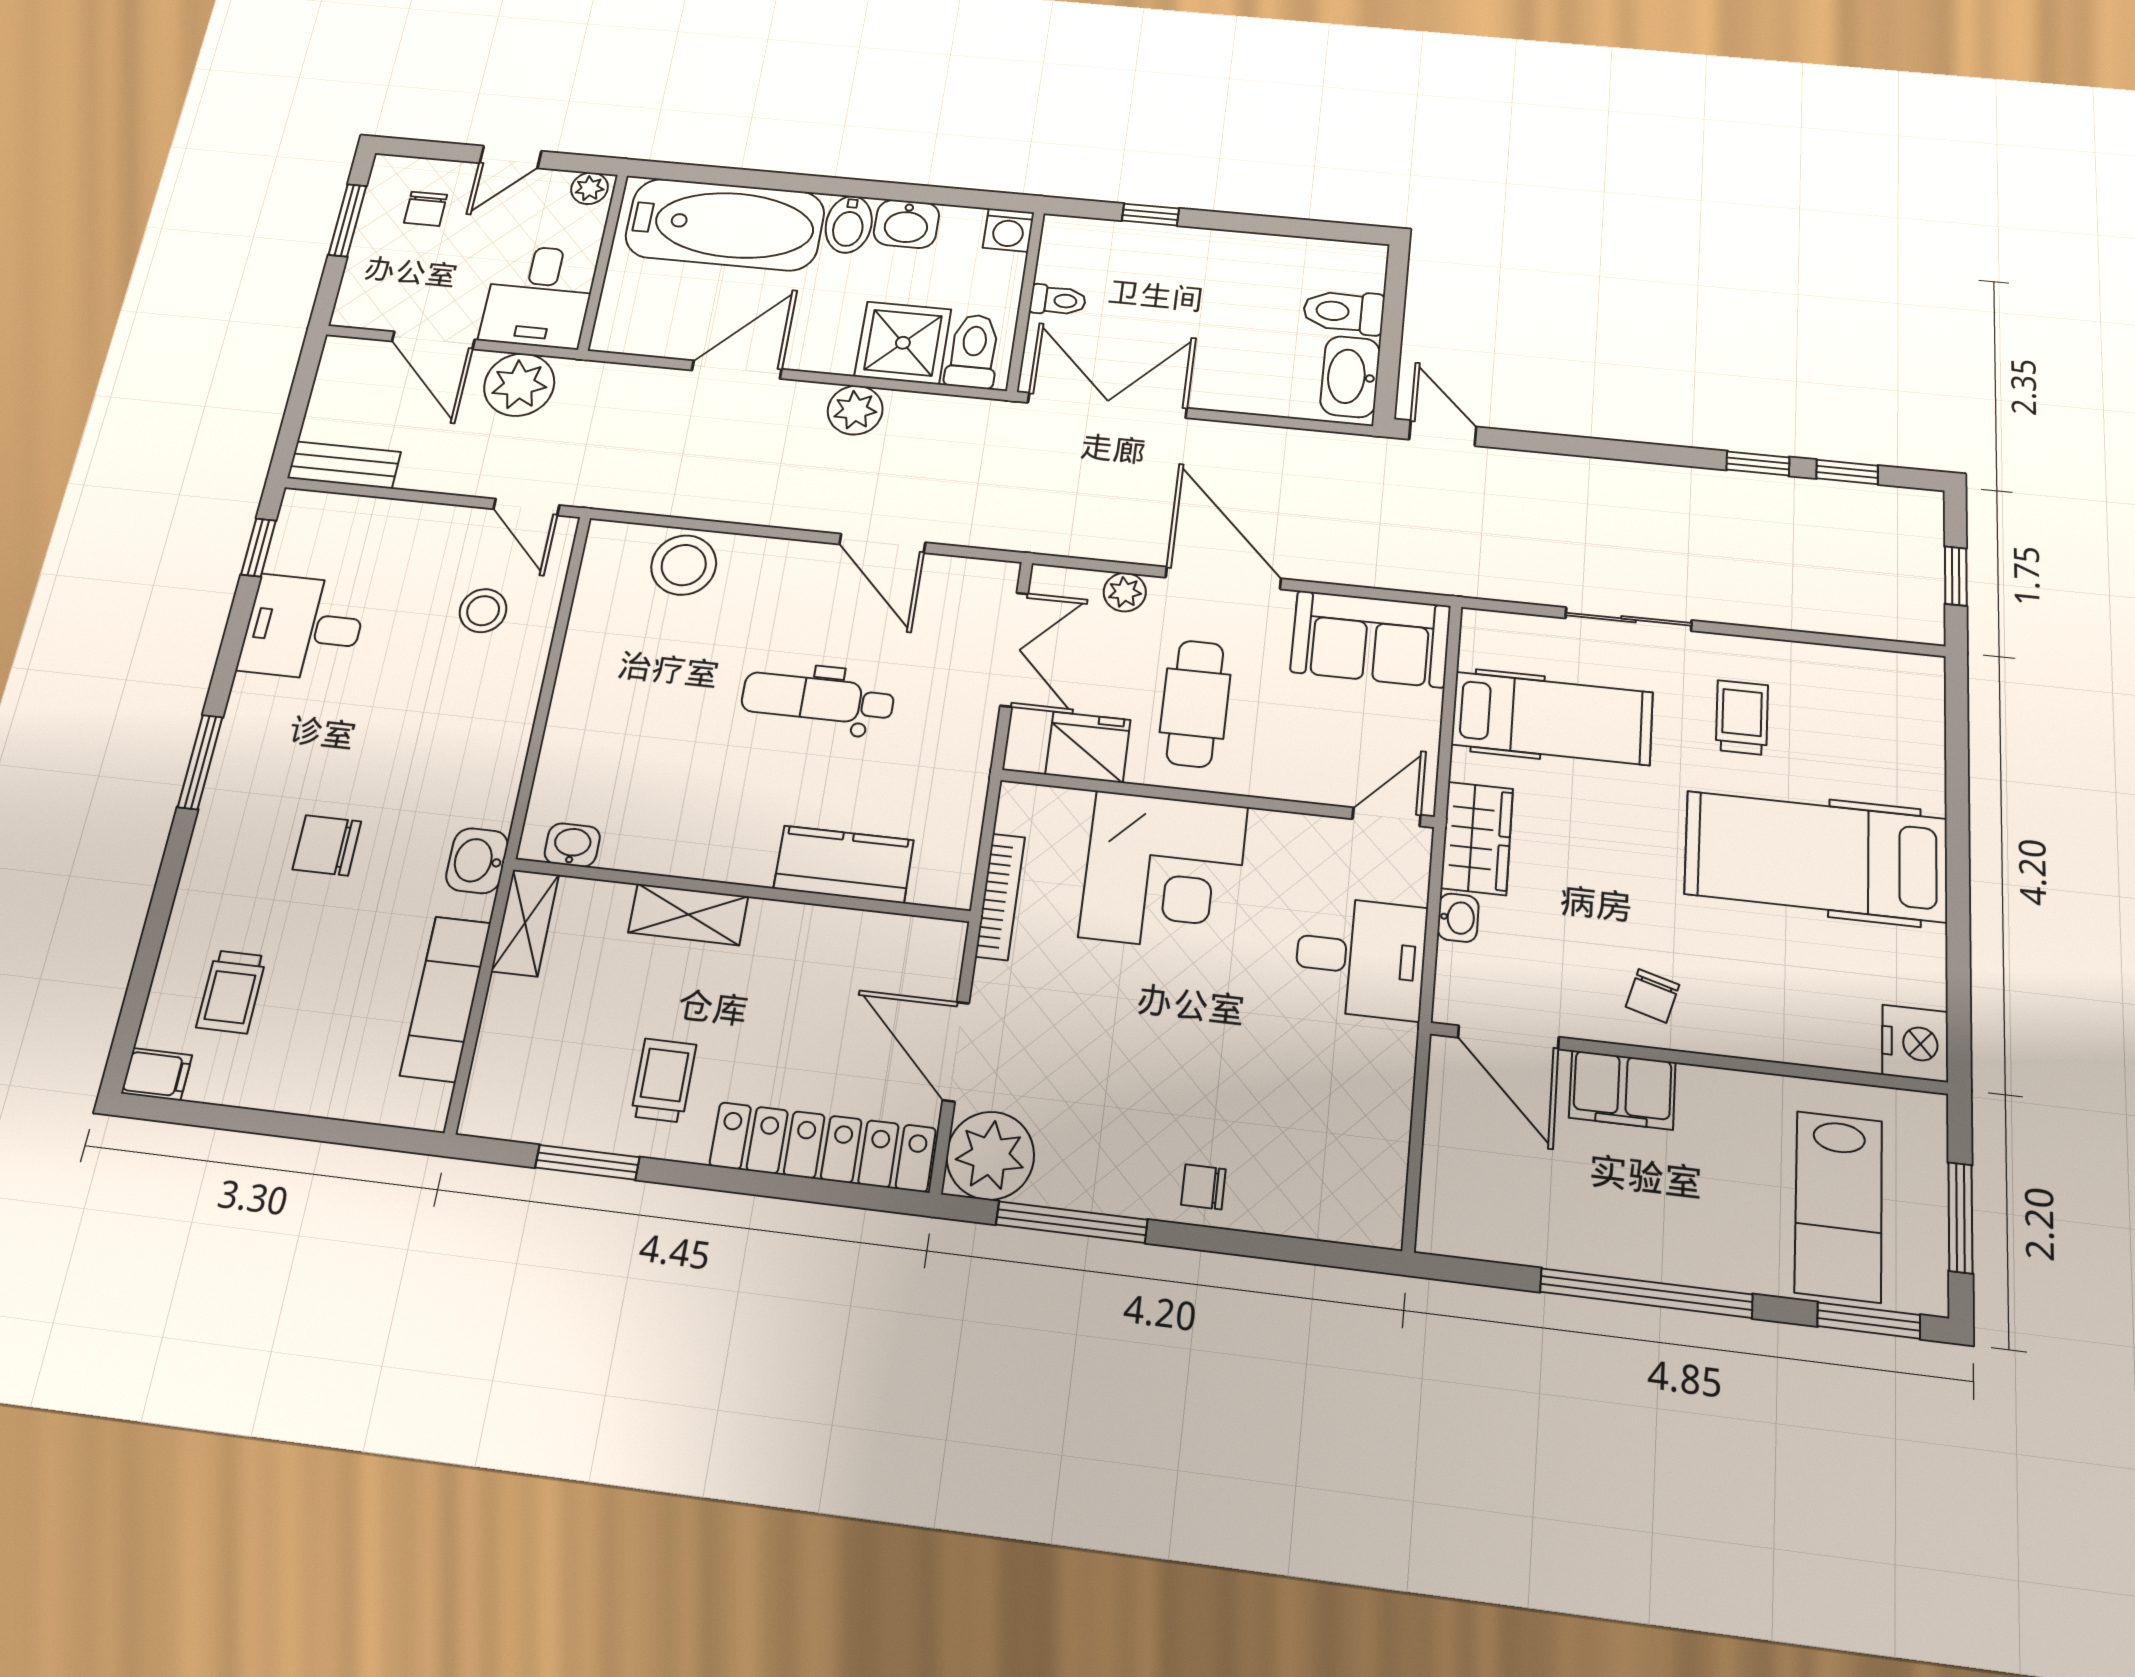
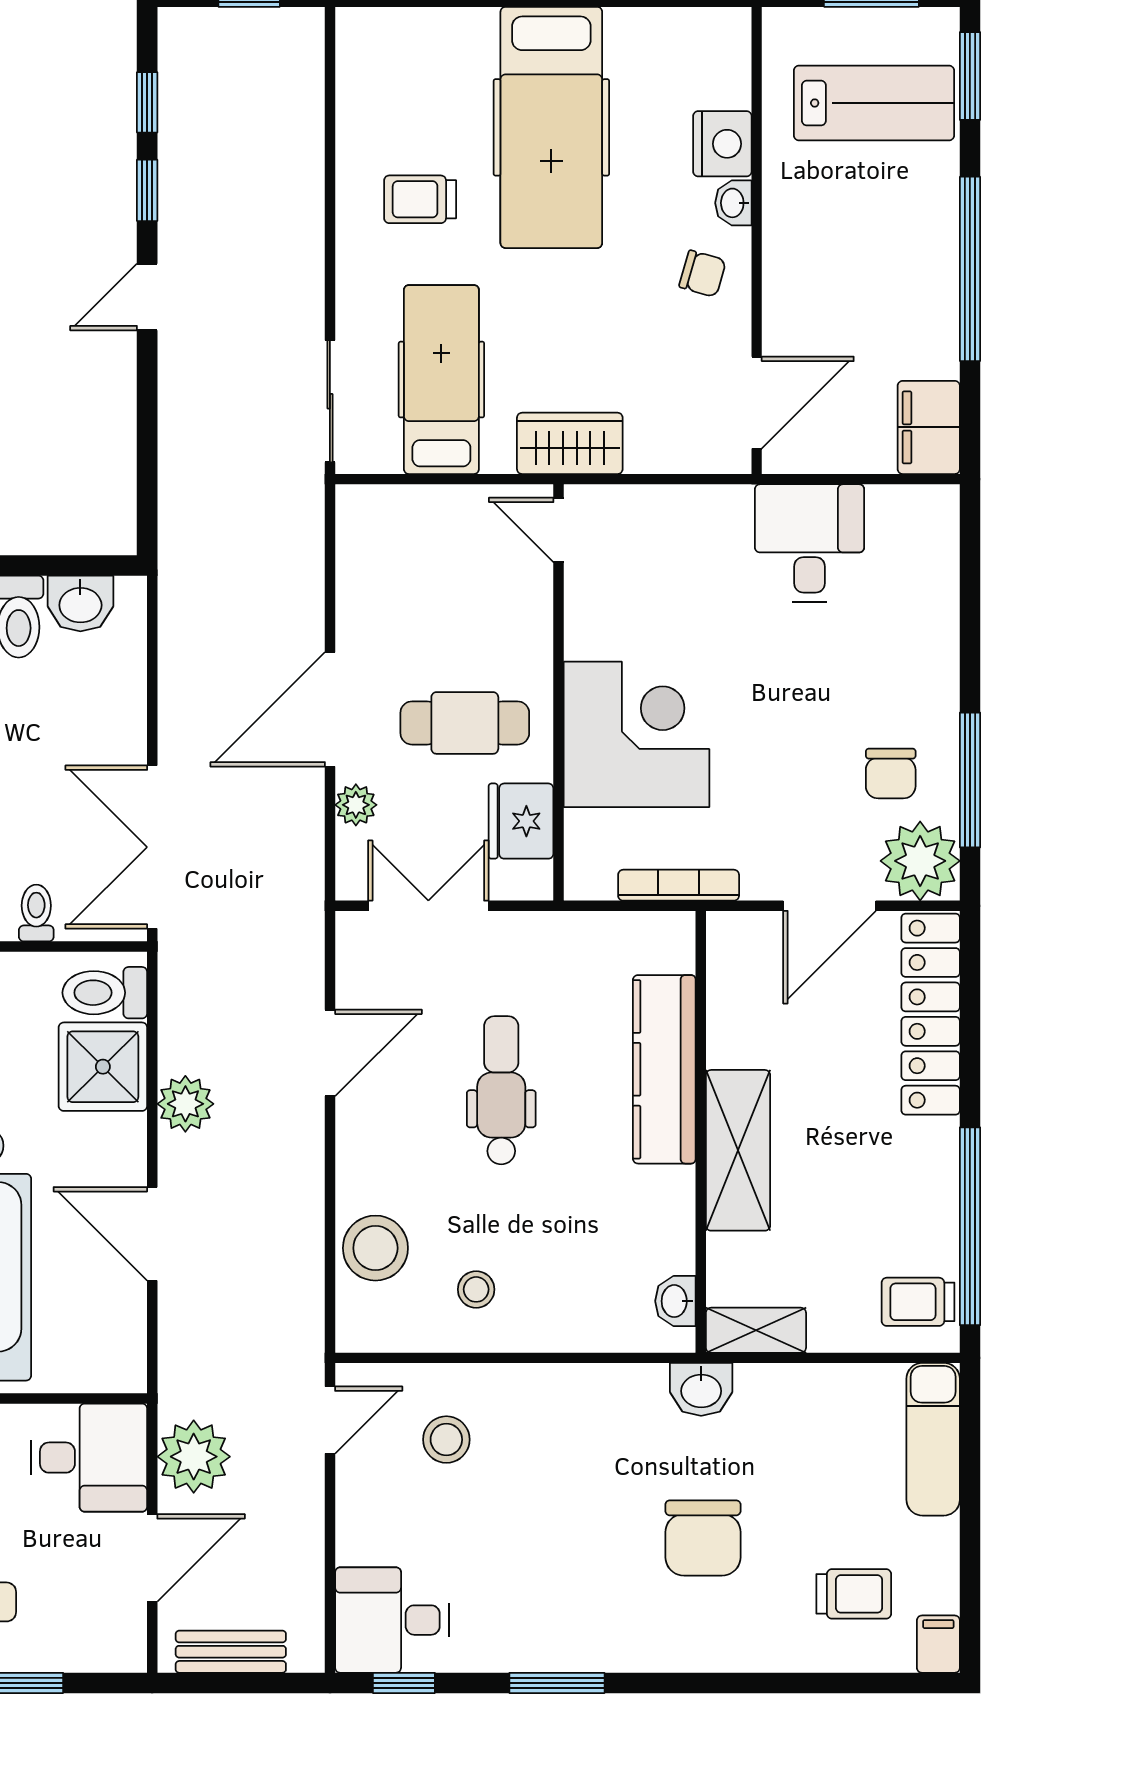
washbasin: (1350, 377) -> (80, 603), width x0.72
door: (1443, 433) -> (147, 297), moved
bench: (344, 465) -> (231, 1652), moved, turned 90
sliding door: (1629, 619) -> (330, 401), moved
desk: (303, 627) -> (392, 1620), moved, turned 90
sofa: (1371, 639) -> (379, 559), removed
stool: (624, 654) -> (476, 1289), added
dental chair: (818, 699) -> (501, 1090), turned 180
window: (200, 762) -> (557, 1683), moved
chair: (327, 845) -> (703, 1538), width x1.37, depth x1.37
kitchen counter: (844, 864) -> (664, 1069), width x1.50
shelving: (688, 914) -> (738, 1150), width x1.50, depth x1.33
washbasin: (1458, 918) -> (733, 203), moved, turned -90
desk: (1361, 958) -> (810, 543), moved
exam couch: (446, 999) -> (933, 1439), moved, turned 90
nightstand: (1915, 1043) -> (722, 144), moved, turned 90
trolley: (664, 1080) -> (918, 1302), moved
filing cabinet: (1622, 1090) -> (929, 427), moved, turned 180
window: (587, 1162) -> (970, 1226), width x2.11
chair: (1203, 1187) -> (891, 774), moved, width x1.37, depth x1.37

